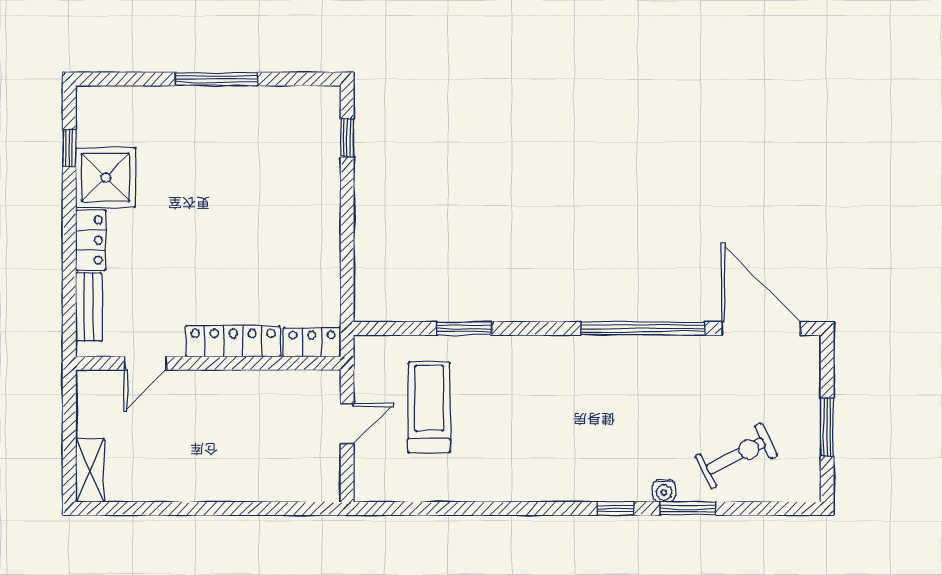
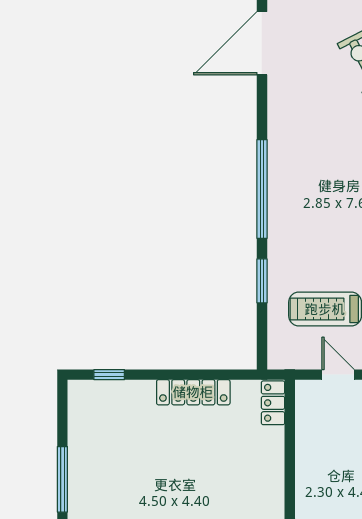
window: (642, 329) -> (262, 189), moved
locker: (233, 341) -> (193, 392), moved, turned -90

